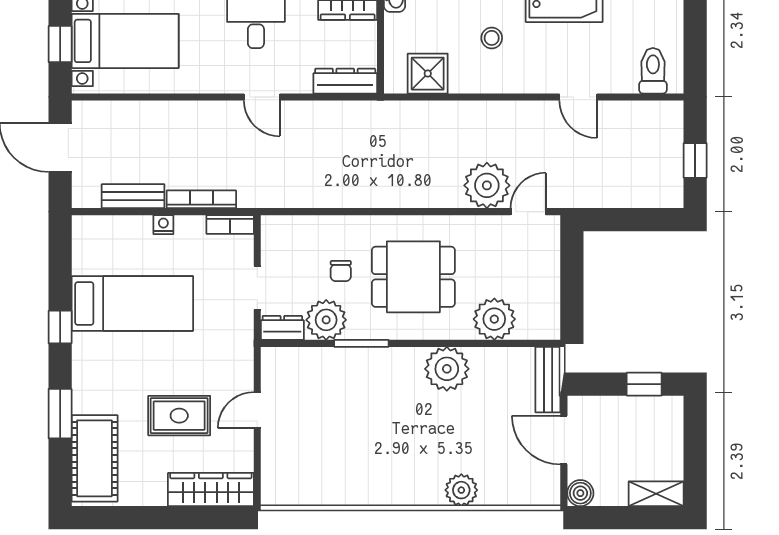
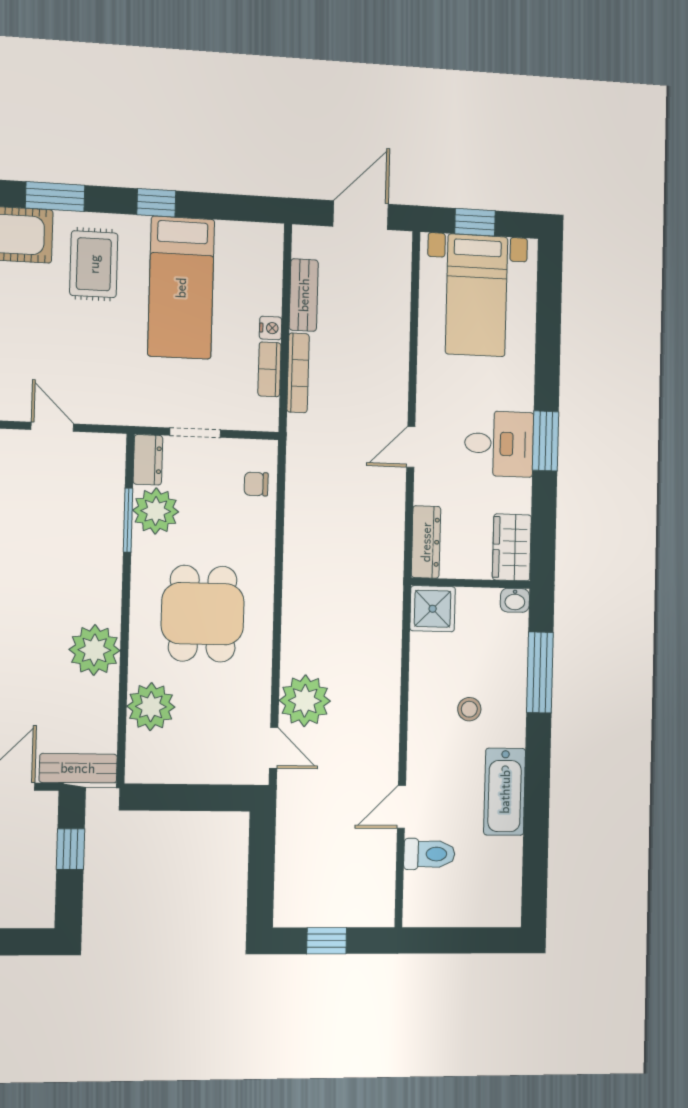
toilet: (653, 71) -> (429, 854), moved
shower: (428, 74) -> (433, 609), moved
bookcase: (230, 225) -> (269, 369), moved
chair: (341, 271) -> (256, 484), moved
window: (361, 343) -> (128, 520), moved
window: (644, 384) -> (71, 849), moved
rug: (179, 416) -> (94, 264), moved

